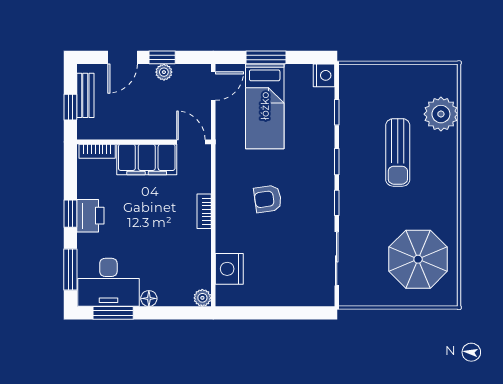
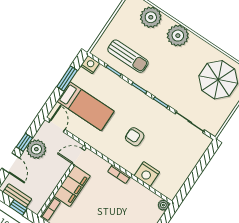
window: (266, 57) -> (67, 79), moved
plant: (164, 72) -> (36, 149), width x1.88, depth x1.88
sun lounger: (398, 152) -> (128, 56), moved
plant: (441, 166) -> (178, 36), added
armchair: (268, 199) -> (135, 137), turned 98
nightstand: (229, 269) -> (147, 174), moved

